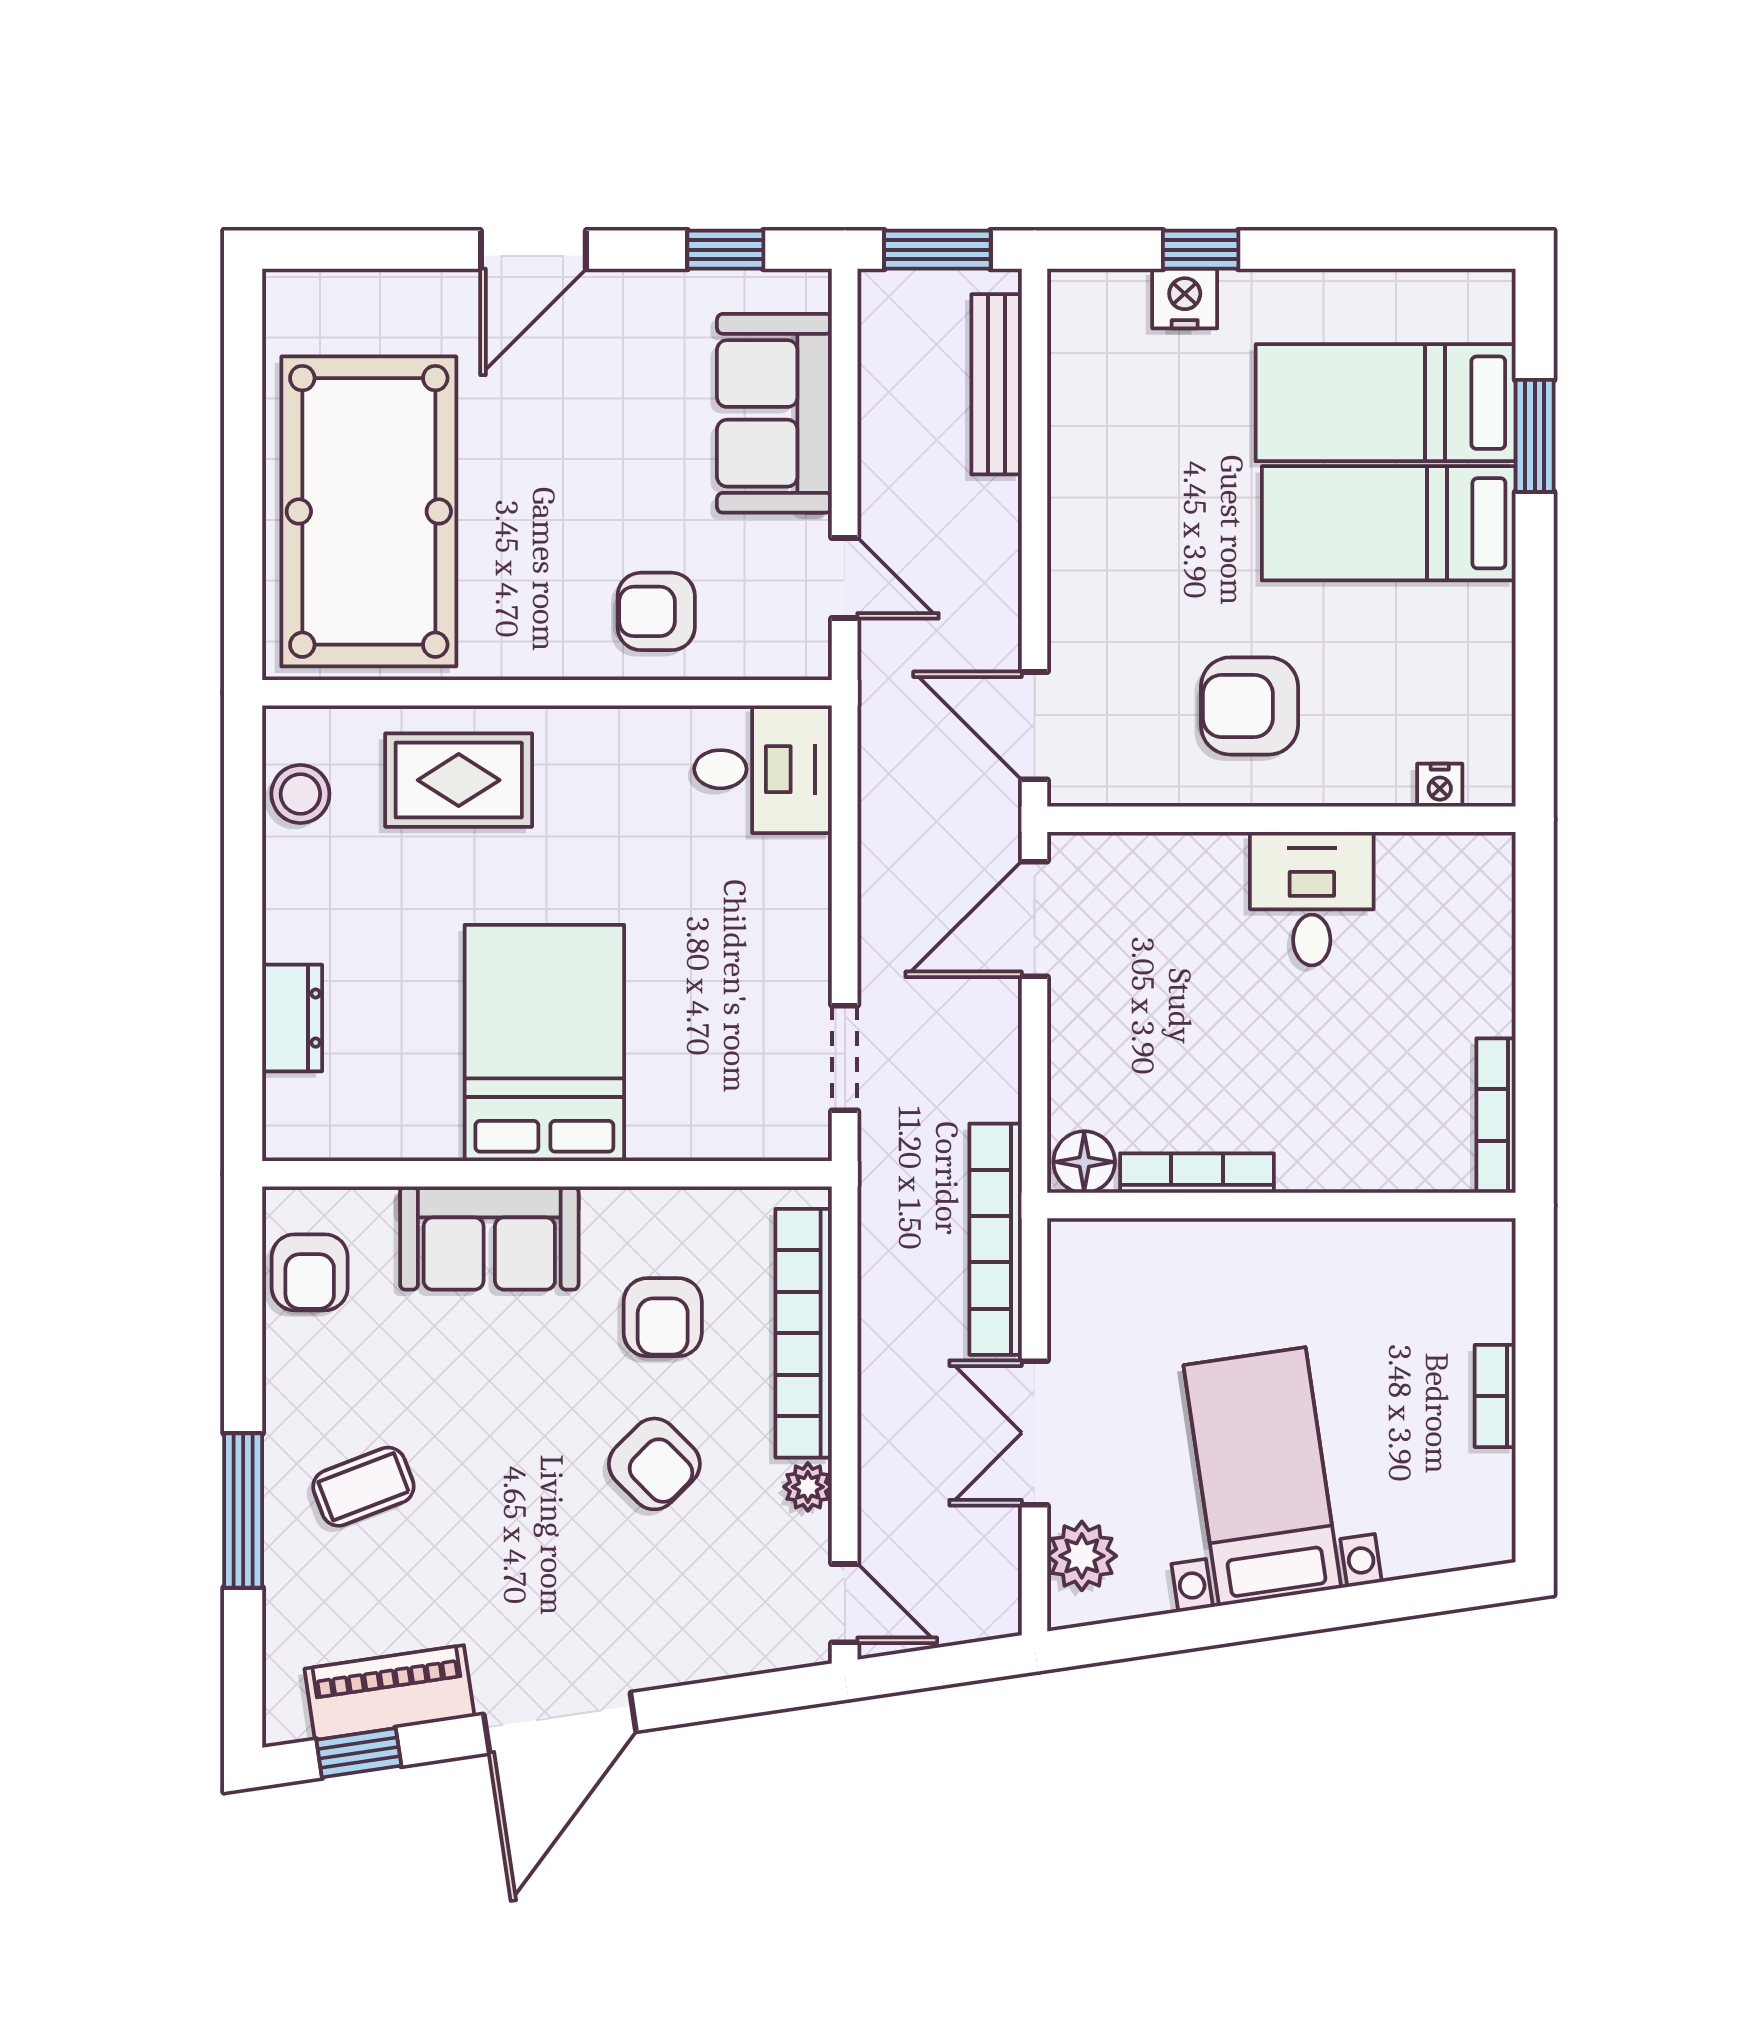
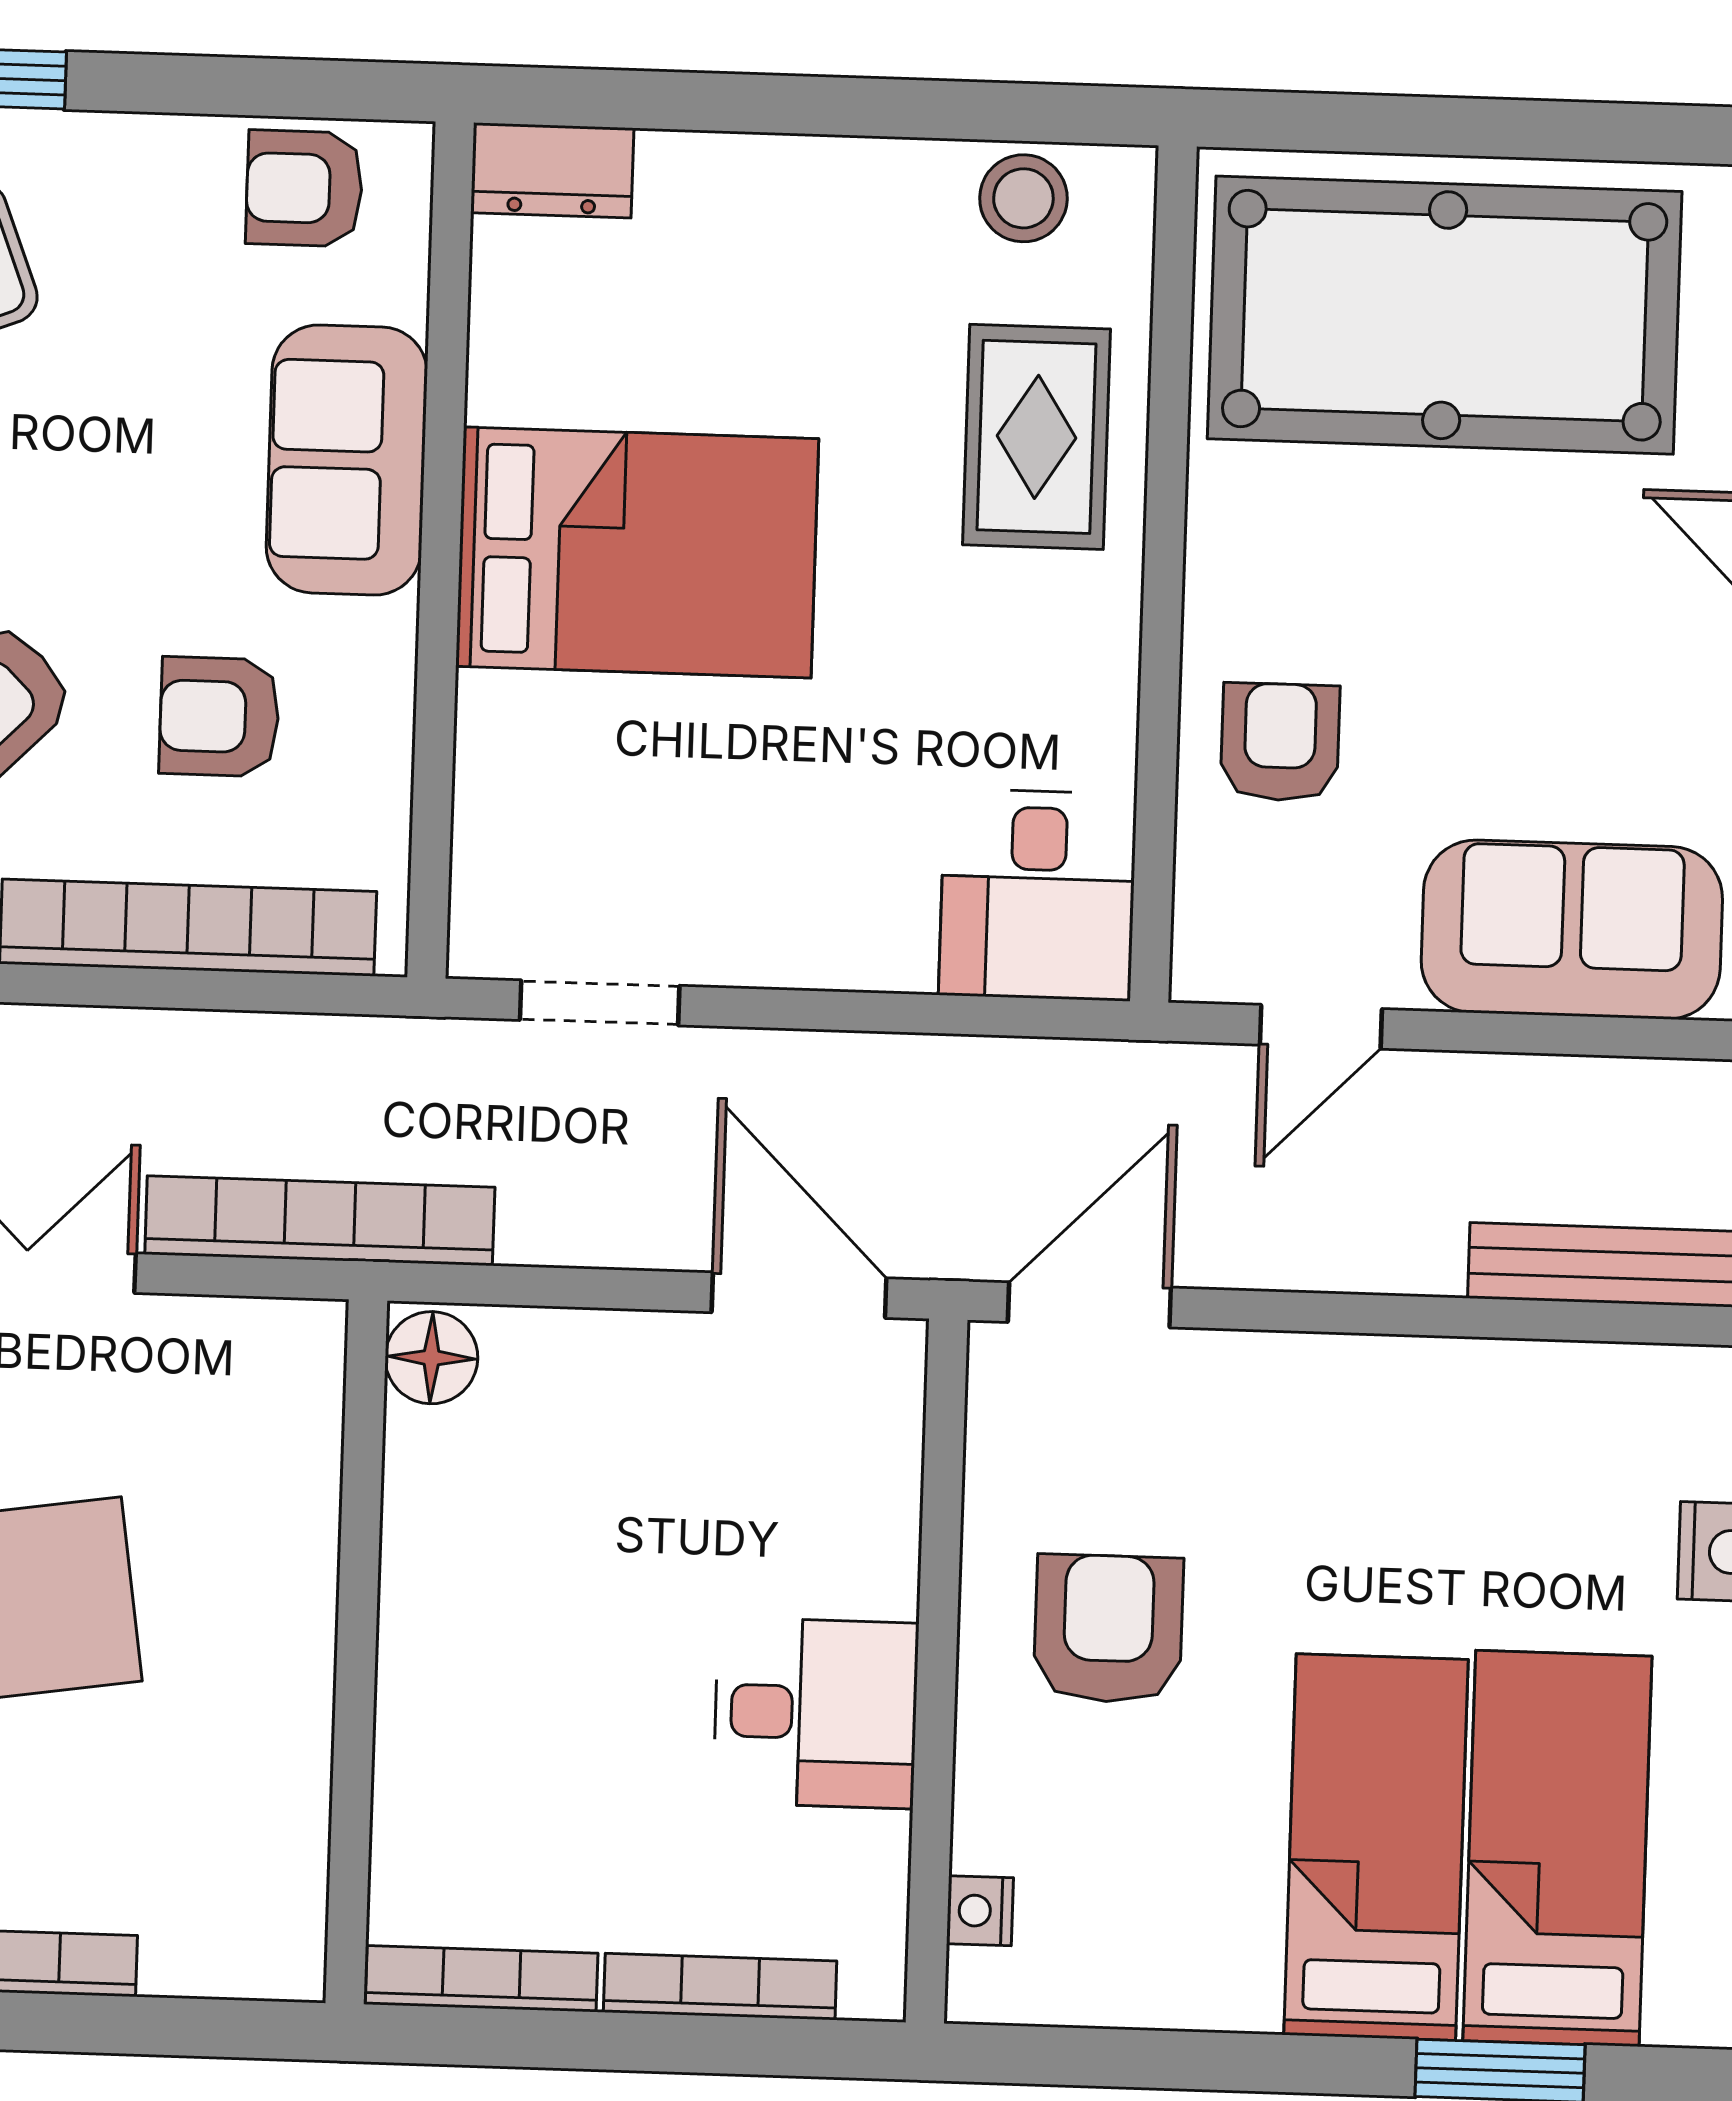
dresser: (292, 1018) -> (552, 170), moved
bookcase: (1197, 1173) -> (720, 1987), moved, turned -90

